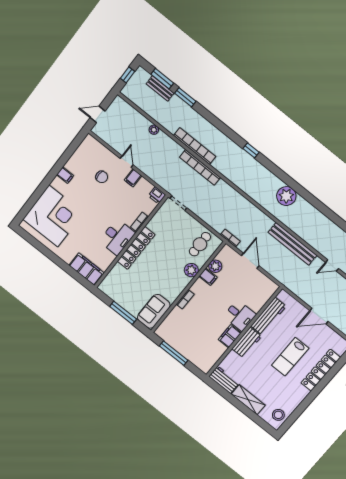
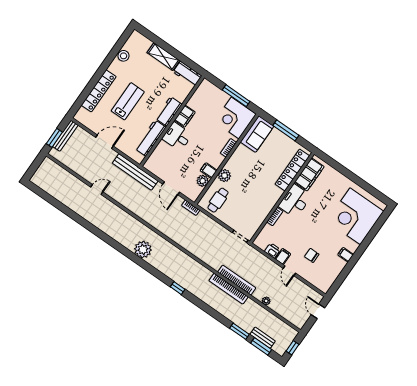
door: (98, 114) -> (318, 311), swing flipped
bookcase: (200, 167) -> (237, 280), moved
printer: (157, 195) -> (272, 250), moved
bench: (293, 244) -> (135, 172), moved
locker: (136, 248) -> (292, 170), moved
filing cabinet: (87, 269) -> (309, 174), moved, turned -90
corner desk: (176, 330) -> (235, 118), added
stool: (278, 415) -> (124, 56), moved

